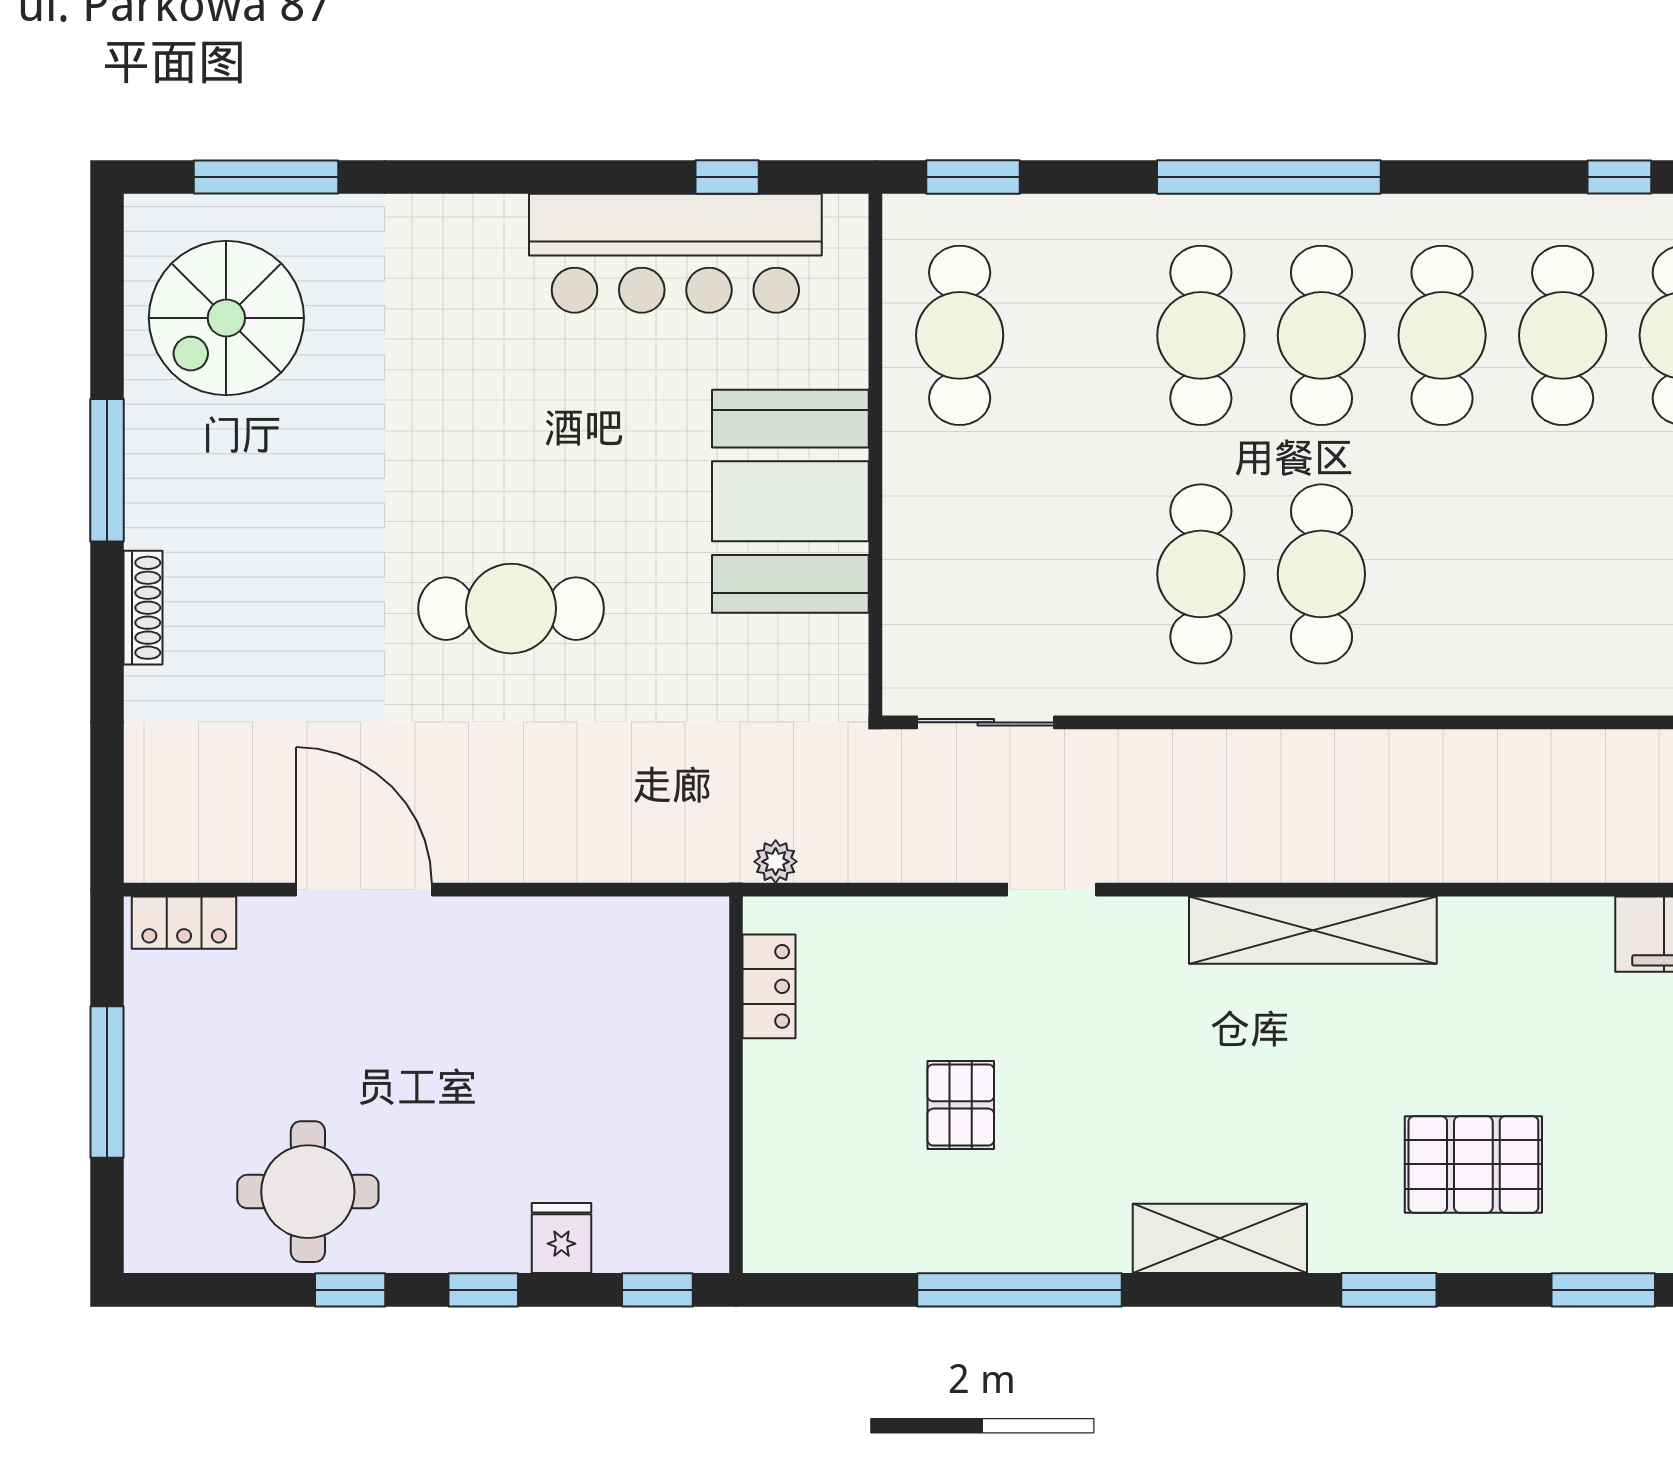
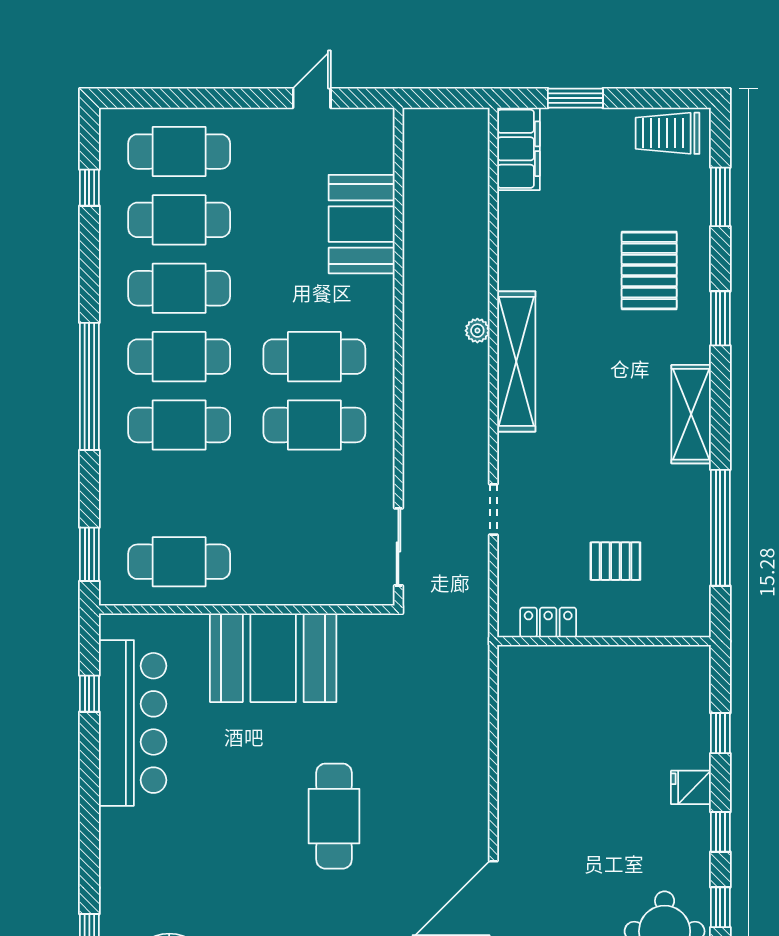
booth: (1555, 657) -> (362, 224), added
plant: (776, 862) -> (477, 331), moved
locker: (769, 986) -> (548, 622), moved
wall: (736, 1085) -> (604, 641), moved

